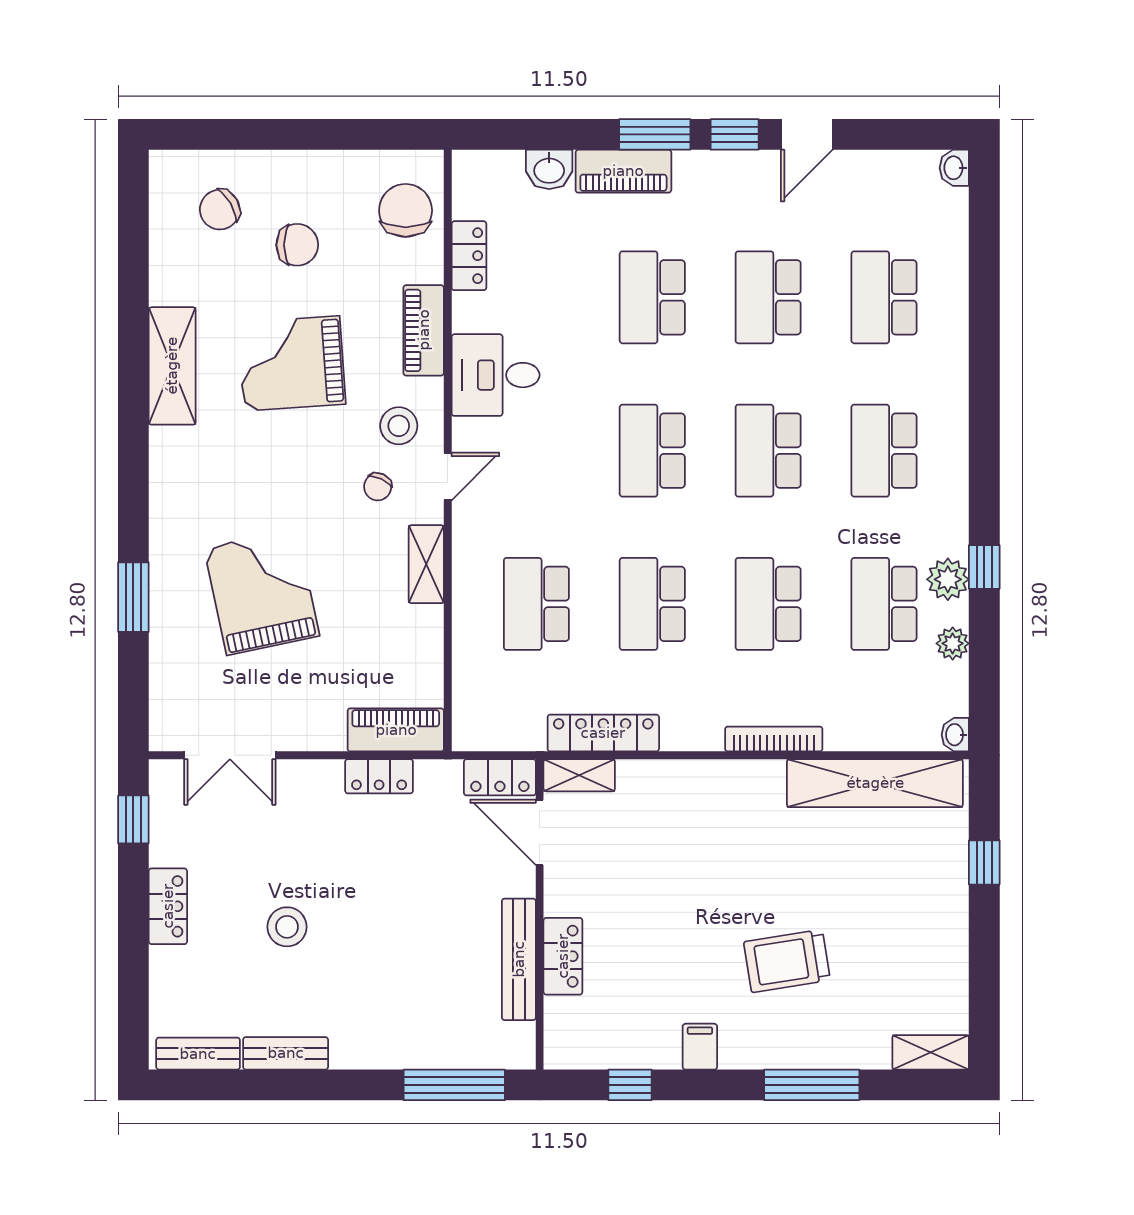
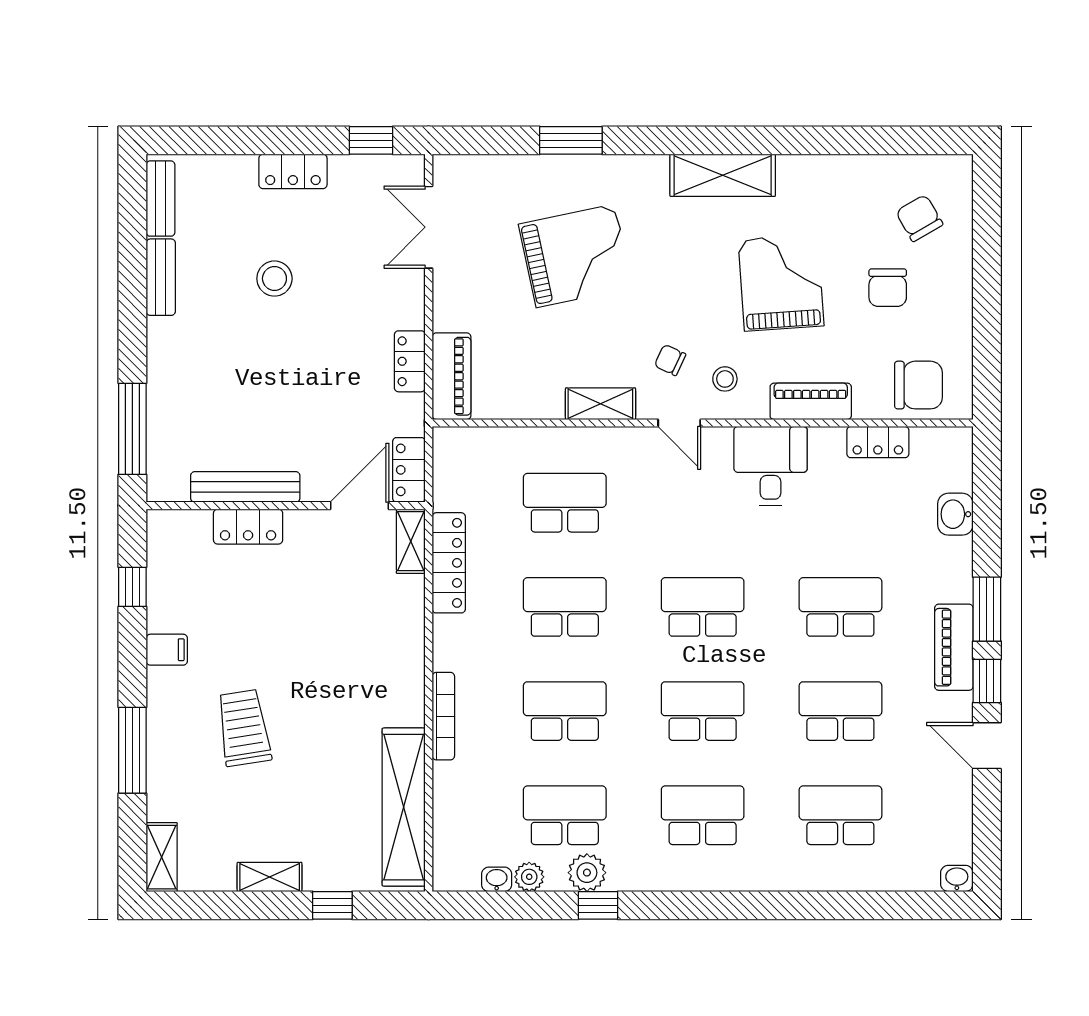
piano: (623, 171) -> (954, 647), moved
shelving: (172, 366) -> (723, 175), moved
stool: (399, 426) -> (725, 379), width x0.73, depth x0.73
washbasin: (955, 735) -> (497, 879), moved
shelving: (953, 932) -> (270, 877), added

